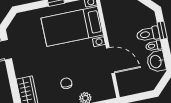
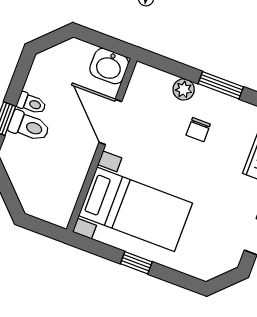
washbasin: (156, 61) -> (109, 66), moved, turned 90

